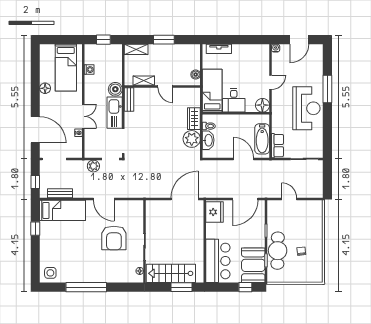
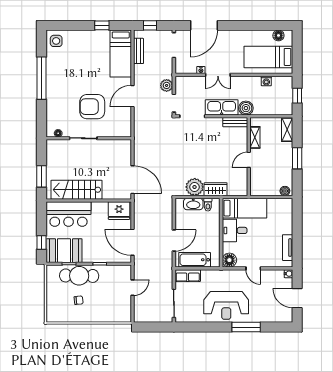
tv unit: (219, 49) -> (288, 248), moved
boiler: (196, 75) -> (285, 191), moved
floor lamp: (45, 88) -> (278, 35), moved
stairs: (171, 273) -> (77, 190), moved, turned -90

